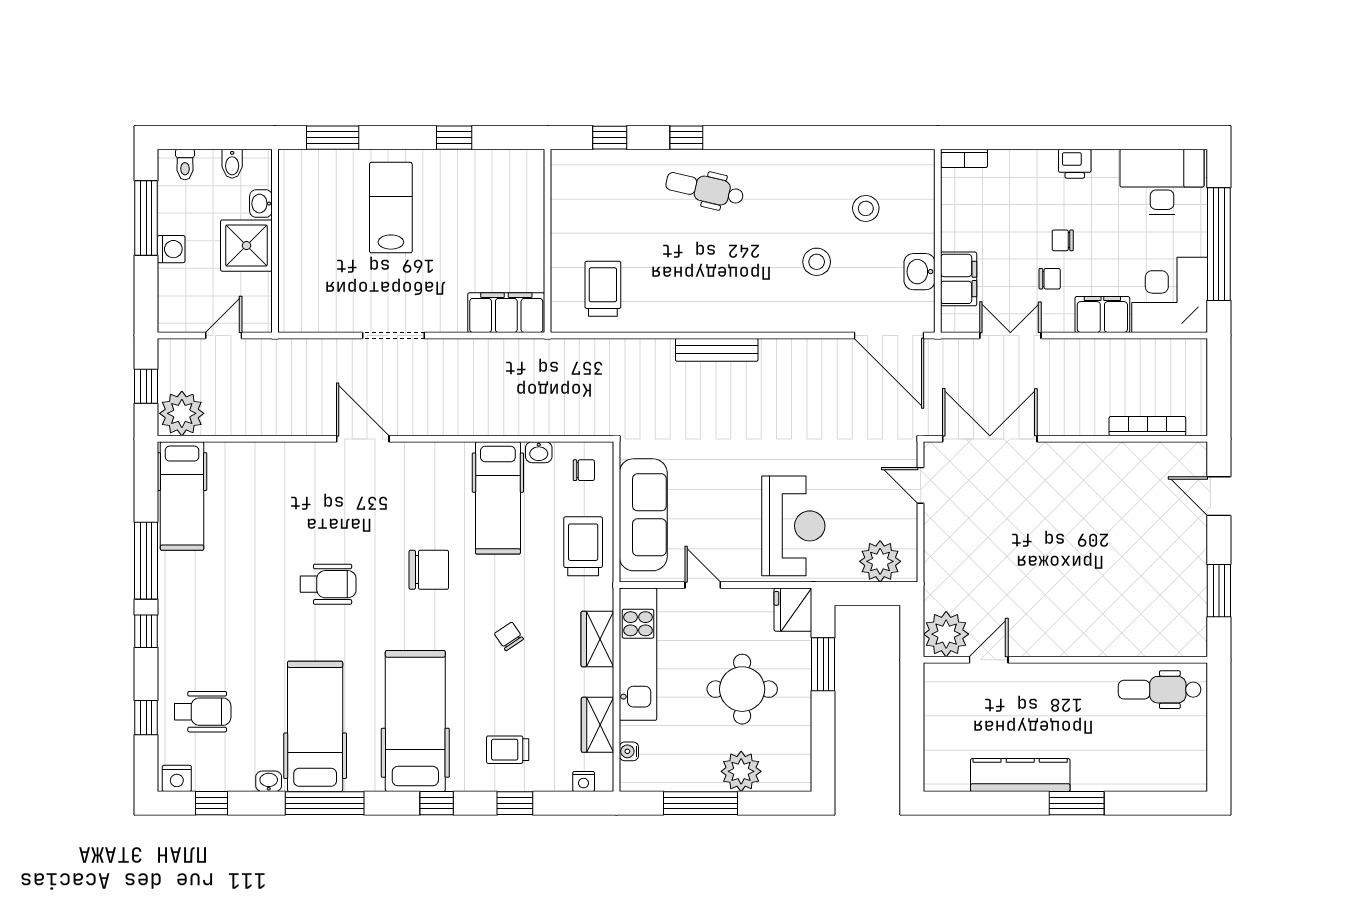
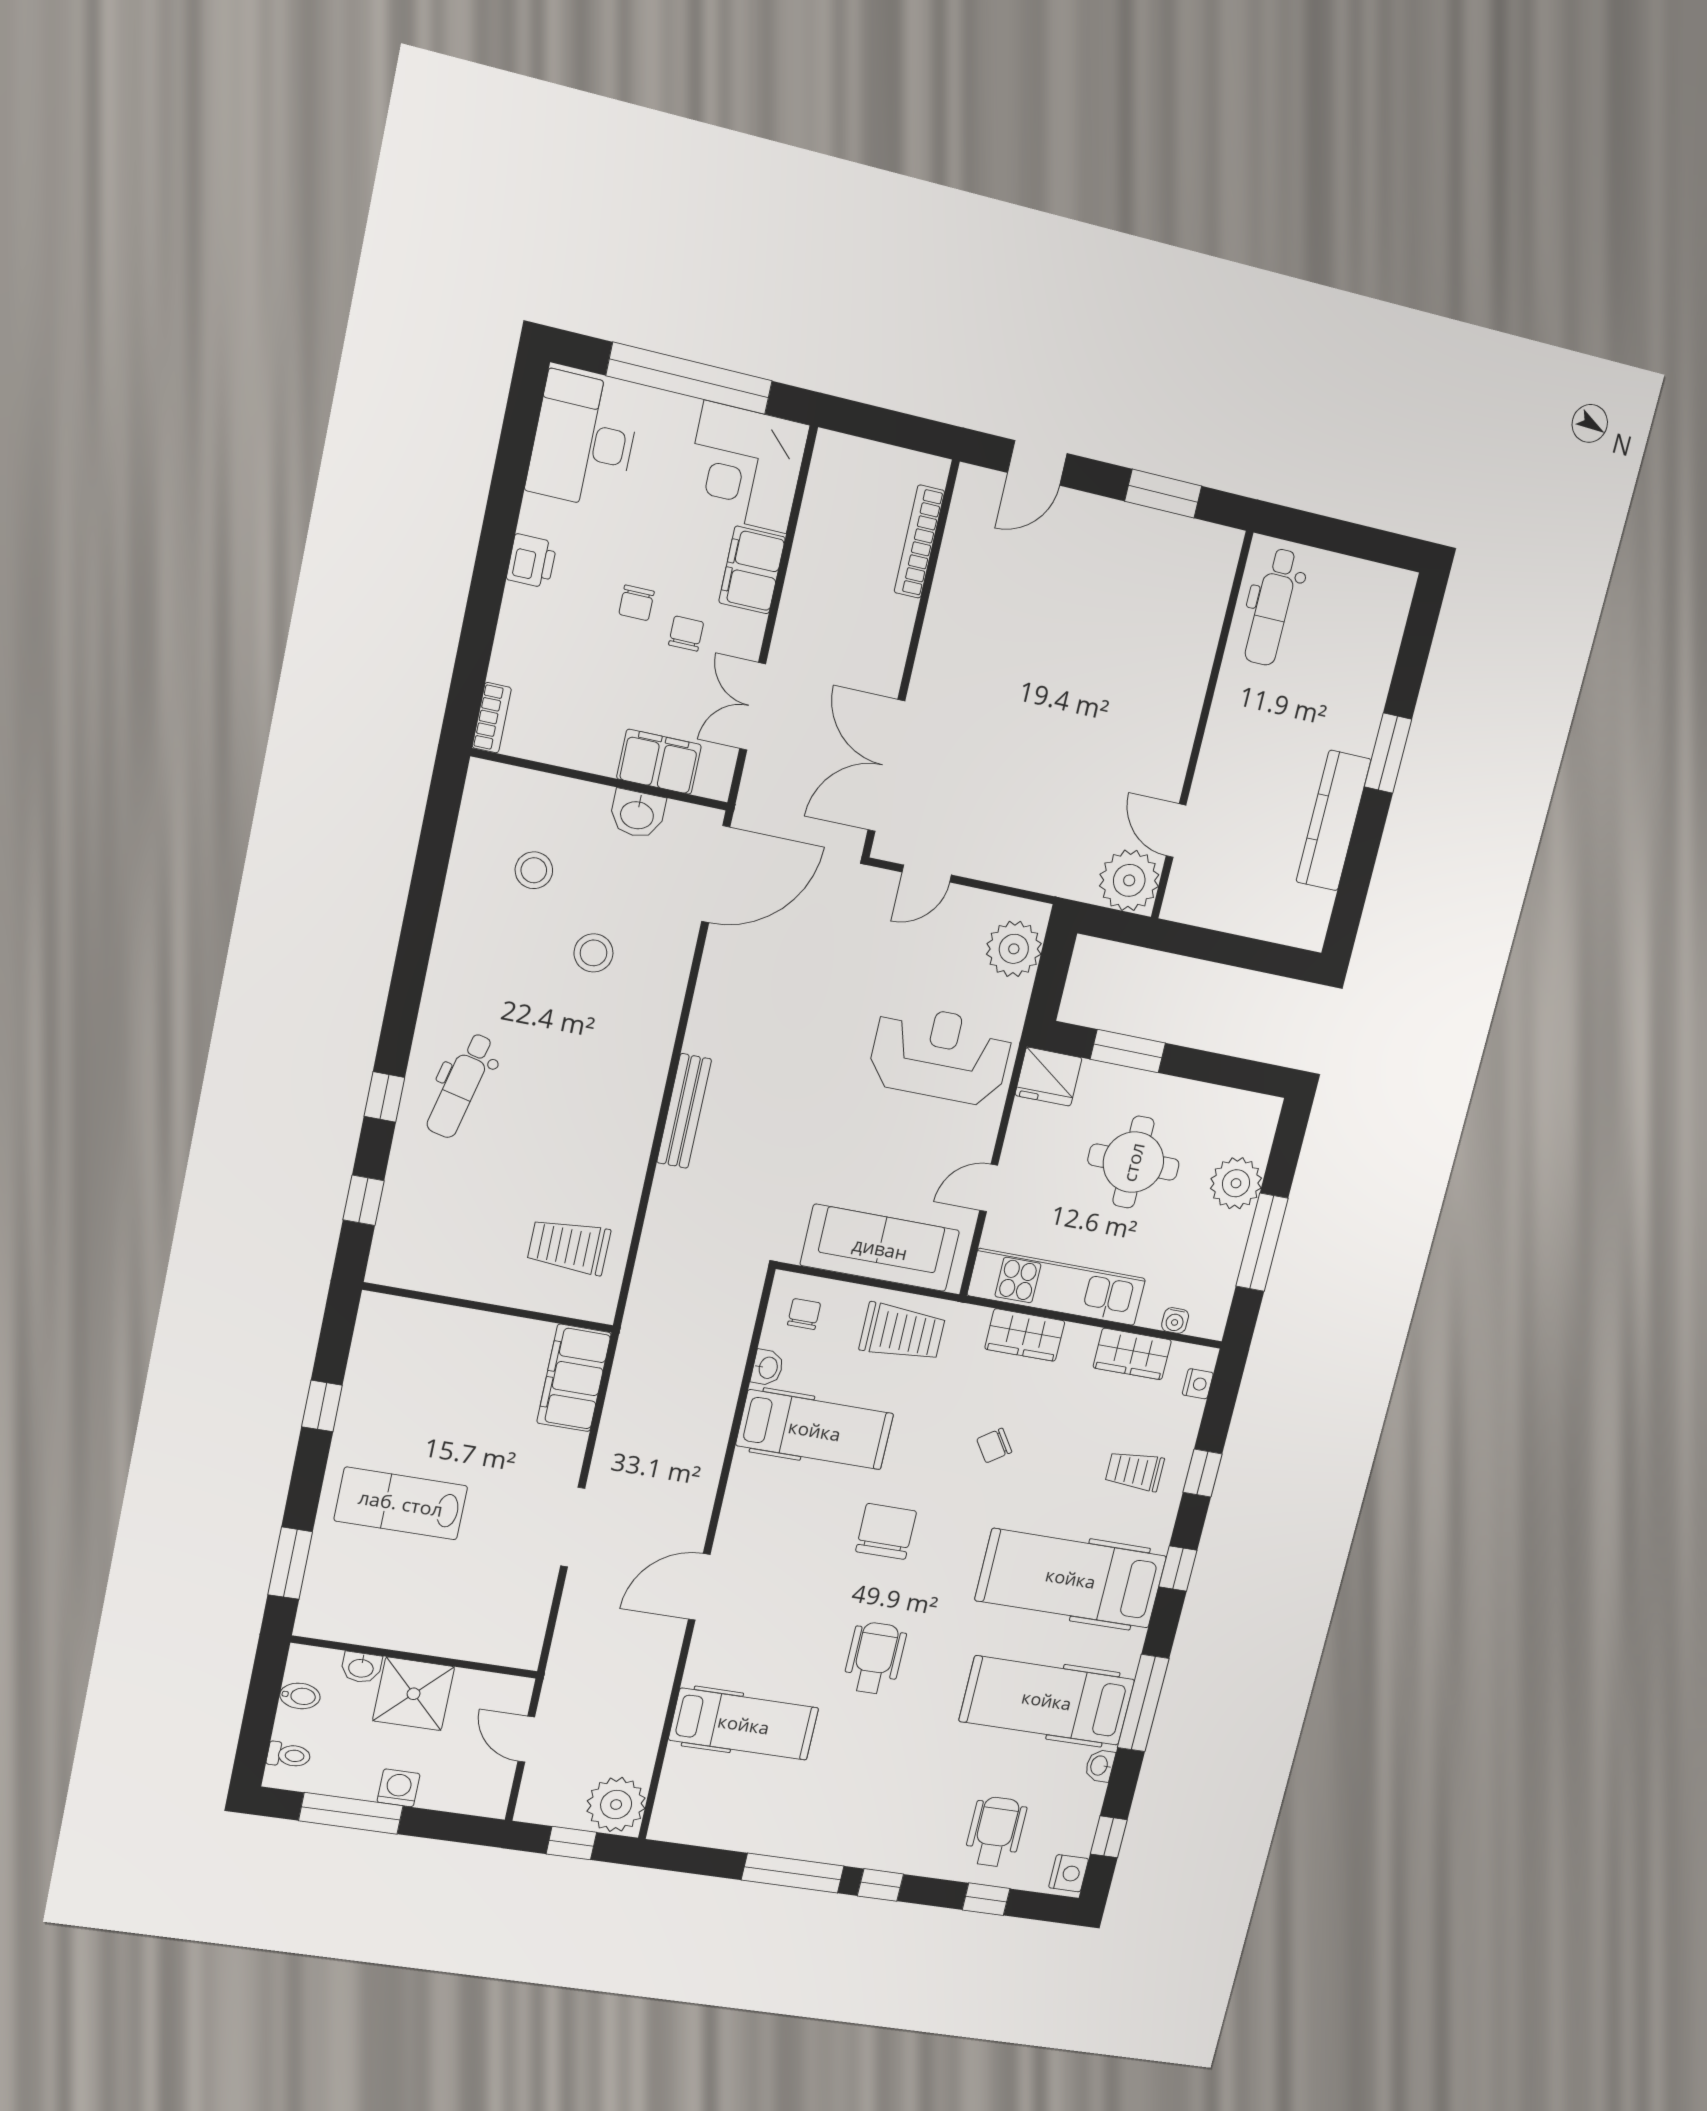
hospital bed: (182, 496) -> (744, 1724), moved
trolley: (583, 546) -> (902, 1332), turned 180
trolley: (508, 750) -> (1135, 1471), turned 90

